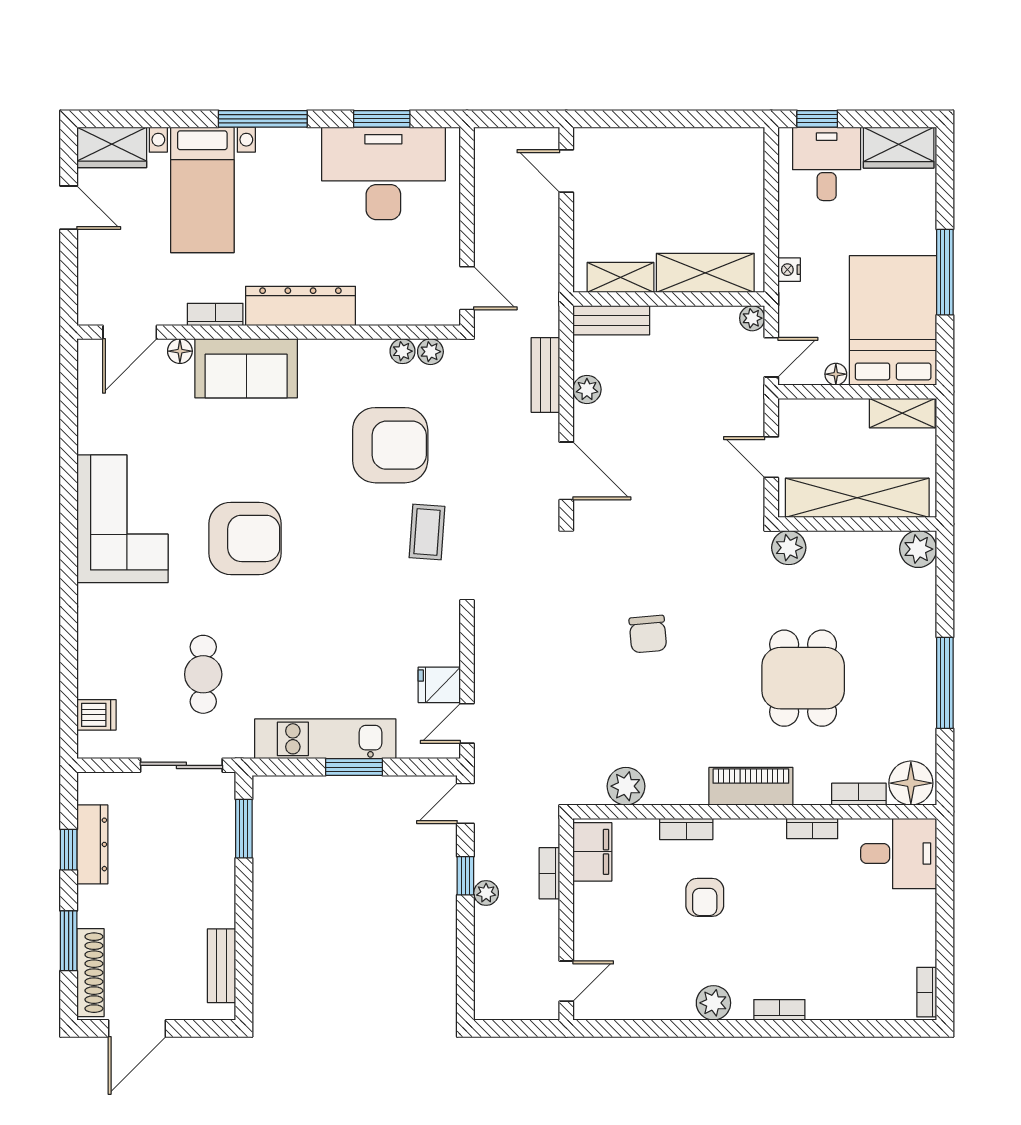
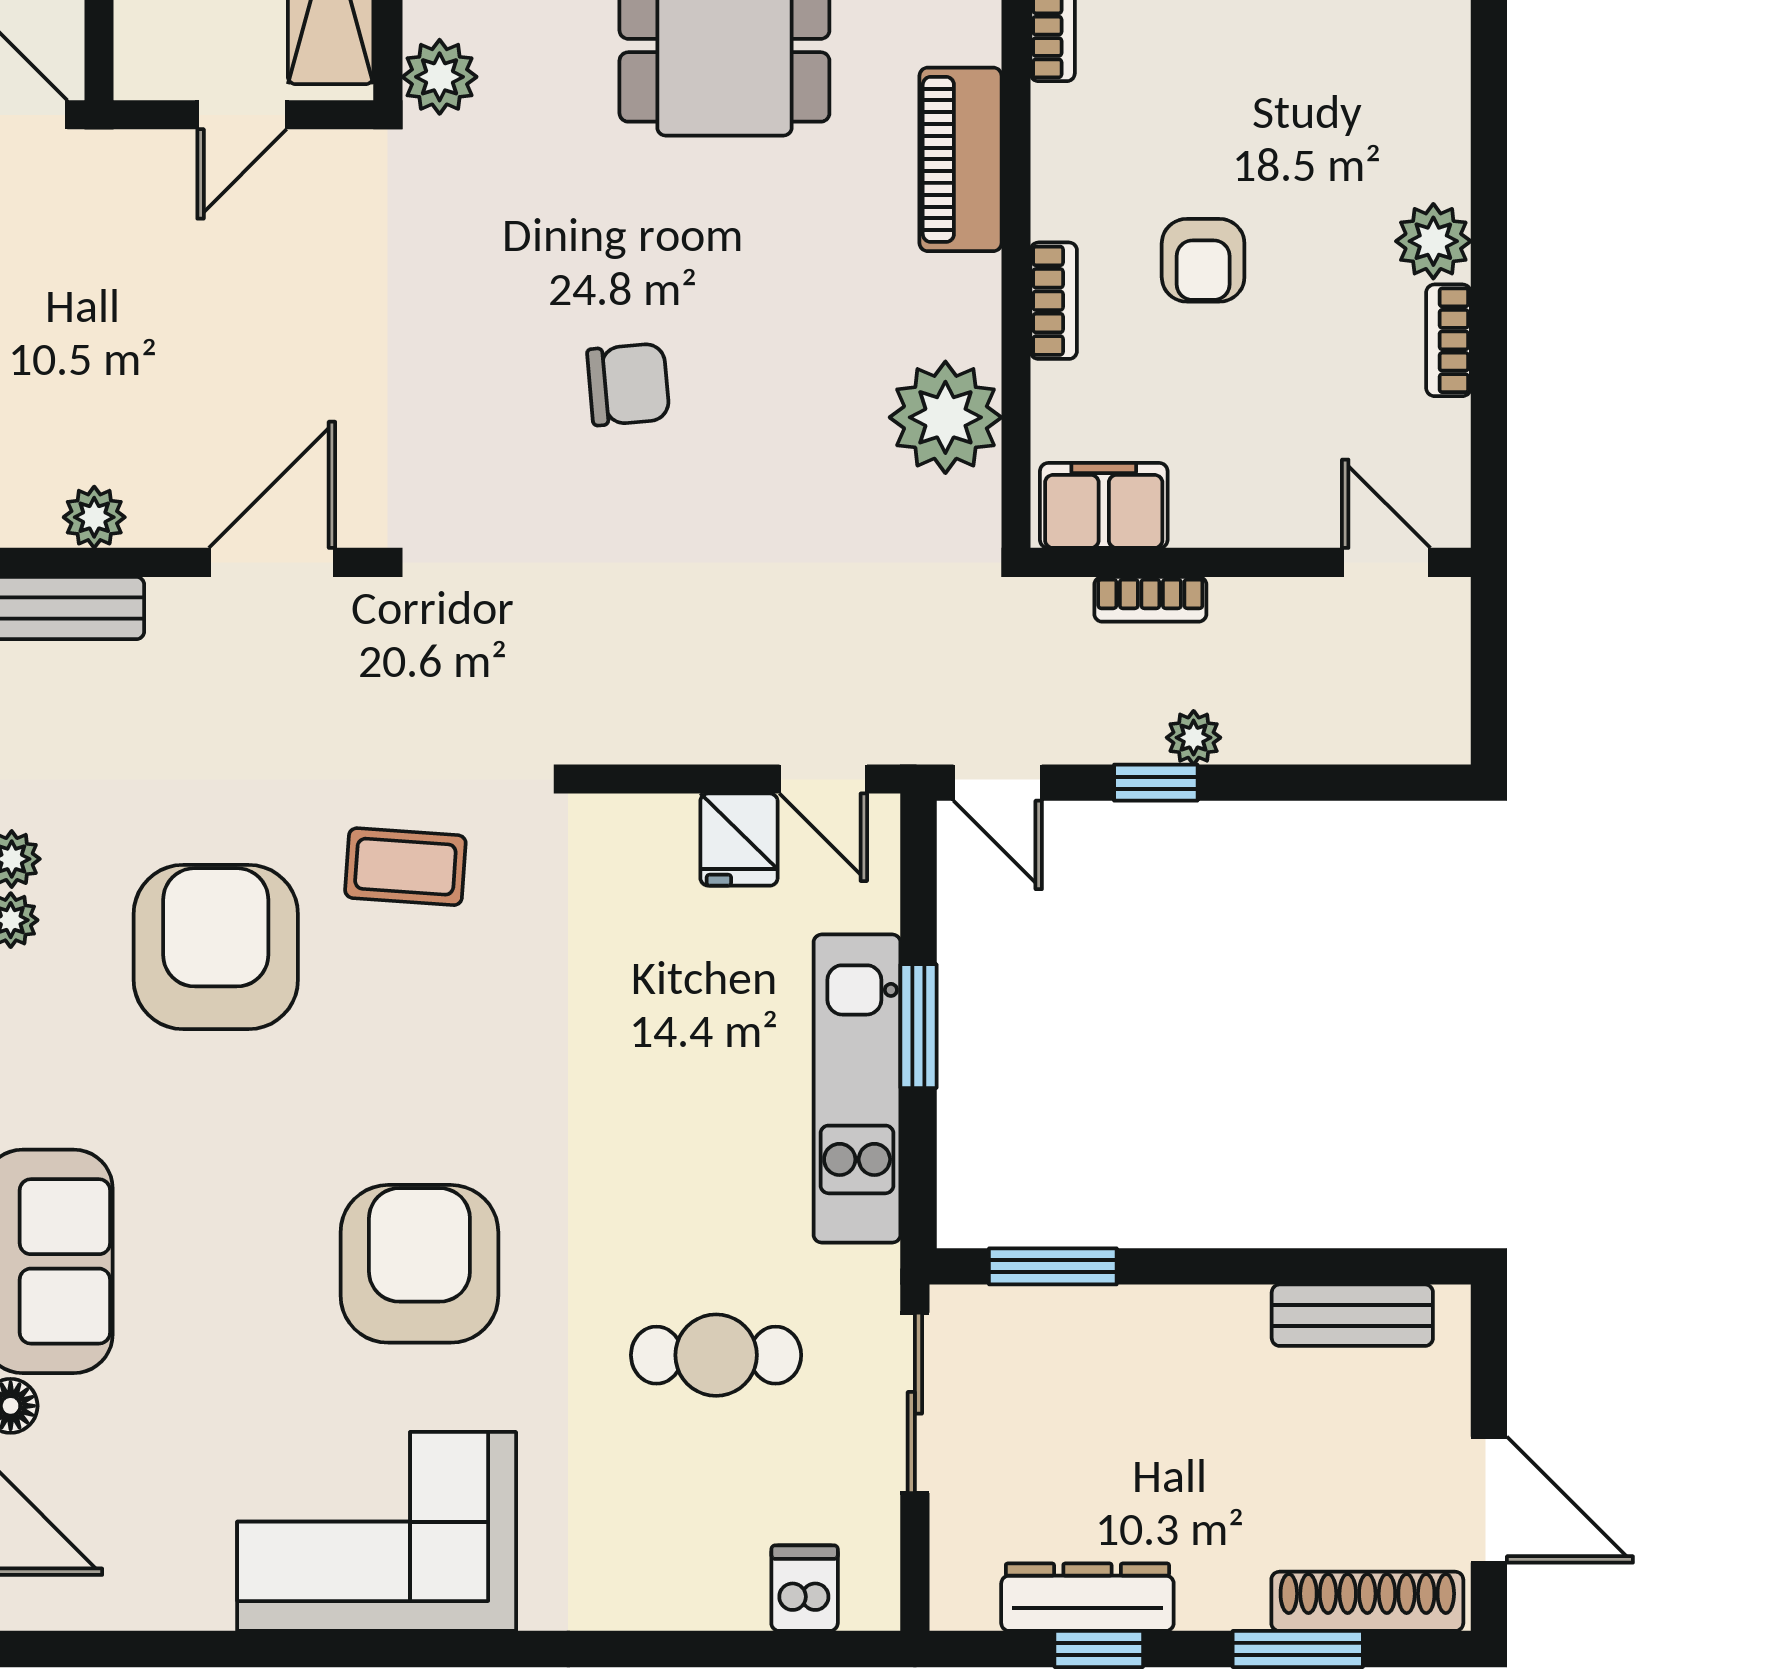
plant: (626, 786) -> (945, 417), width x1.36, depth x1.36
armchair: (705, 897) -> (1203, 260), turned 90
bookcase: (779, 1010) -> (1448, 340), moved

